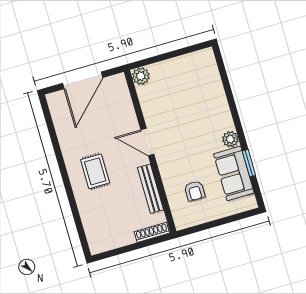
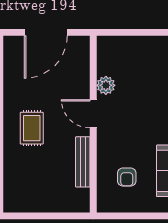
plant: (141, 76) -> (106, 85), moved
shoe rack: (152, 232) -> (71, 207), removed

